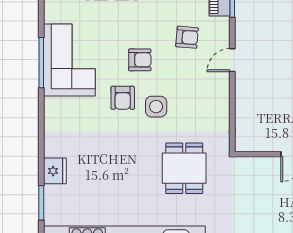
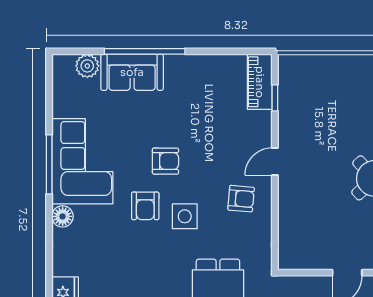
armchair: (187, 37) -> (241, 199), moved
floor lamp: (53, 107) -> (63, 216), added

